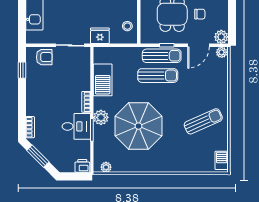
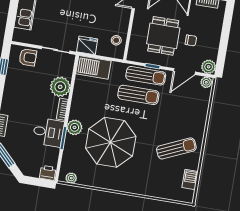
plant: (80, 80) -> (60, 87), added
barbecue: (103, 80) -> (93, 67), moved, turned 90
barbecue: (222, 160) -> (190, 180), moved

